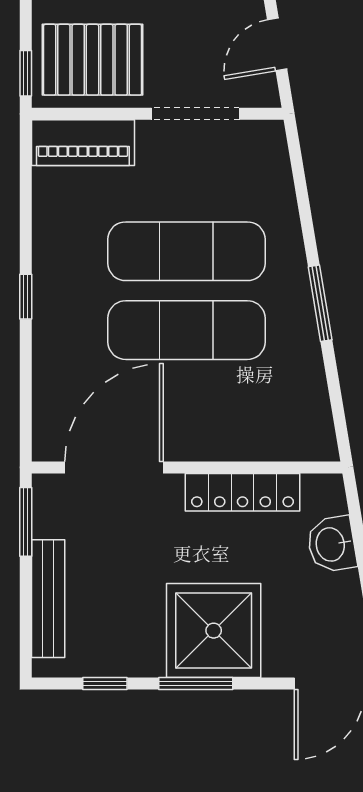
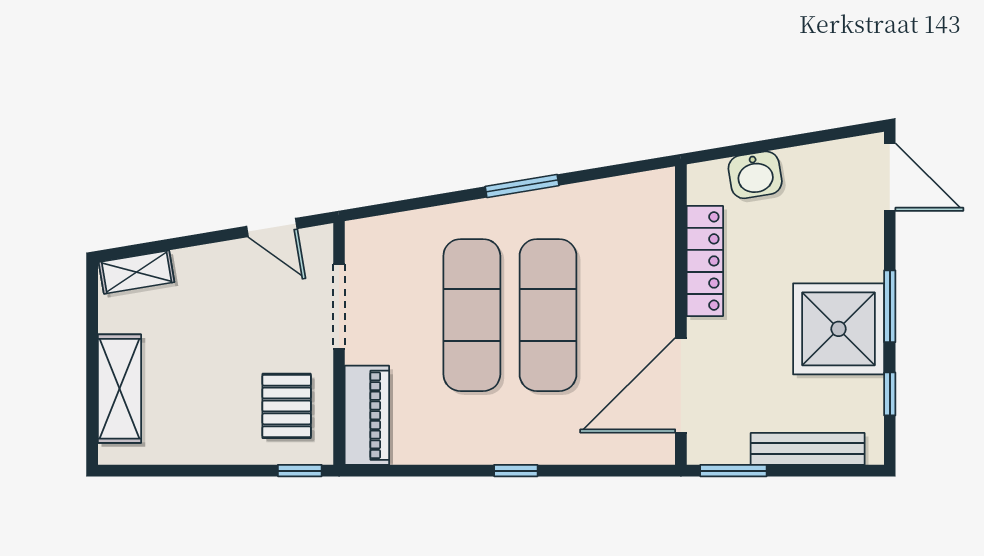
pallet: (92, 60) -> (287, 406), width x0.67, depth x0.71
door: (114, 467) -> (681, 385), hinge flipped
shower: (214, 631) -> (839, 329), moved

